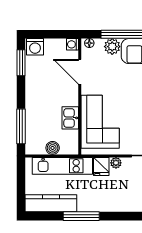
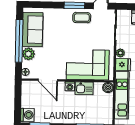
washing machine: (72, 44) -> (70, 86), moved
door: (80, 72) -> (48, 80), hinge flipped
boiler: (53, 148) -> (108, 88), moved

